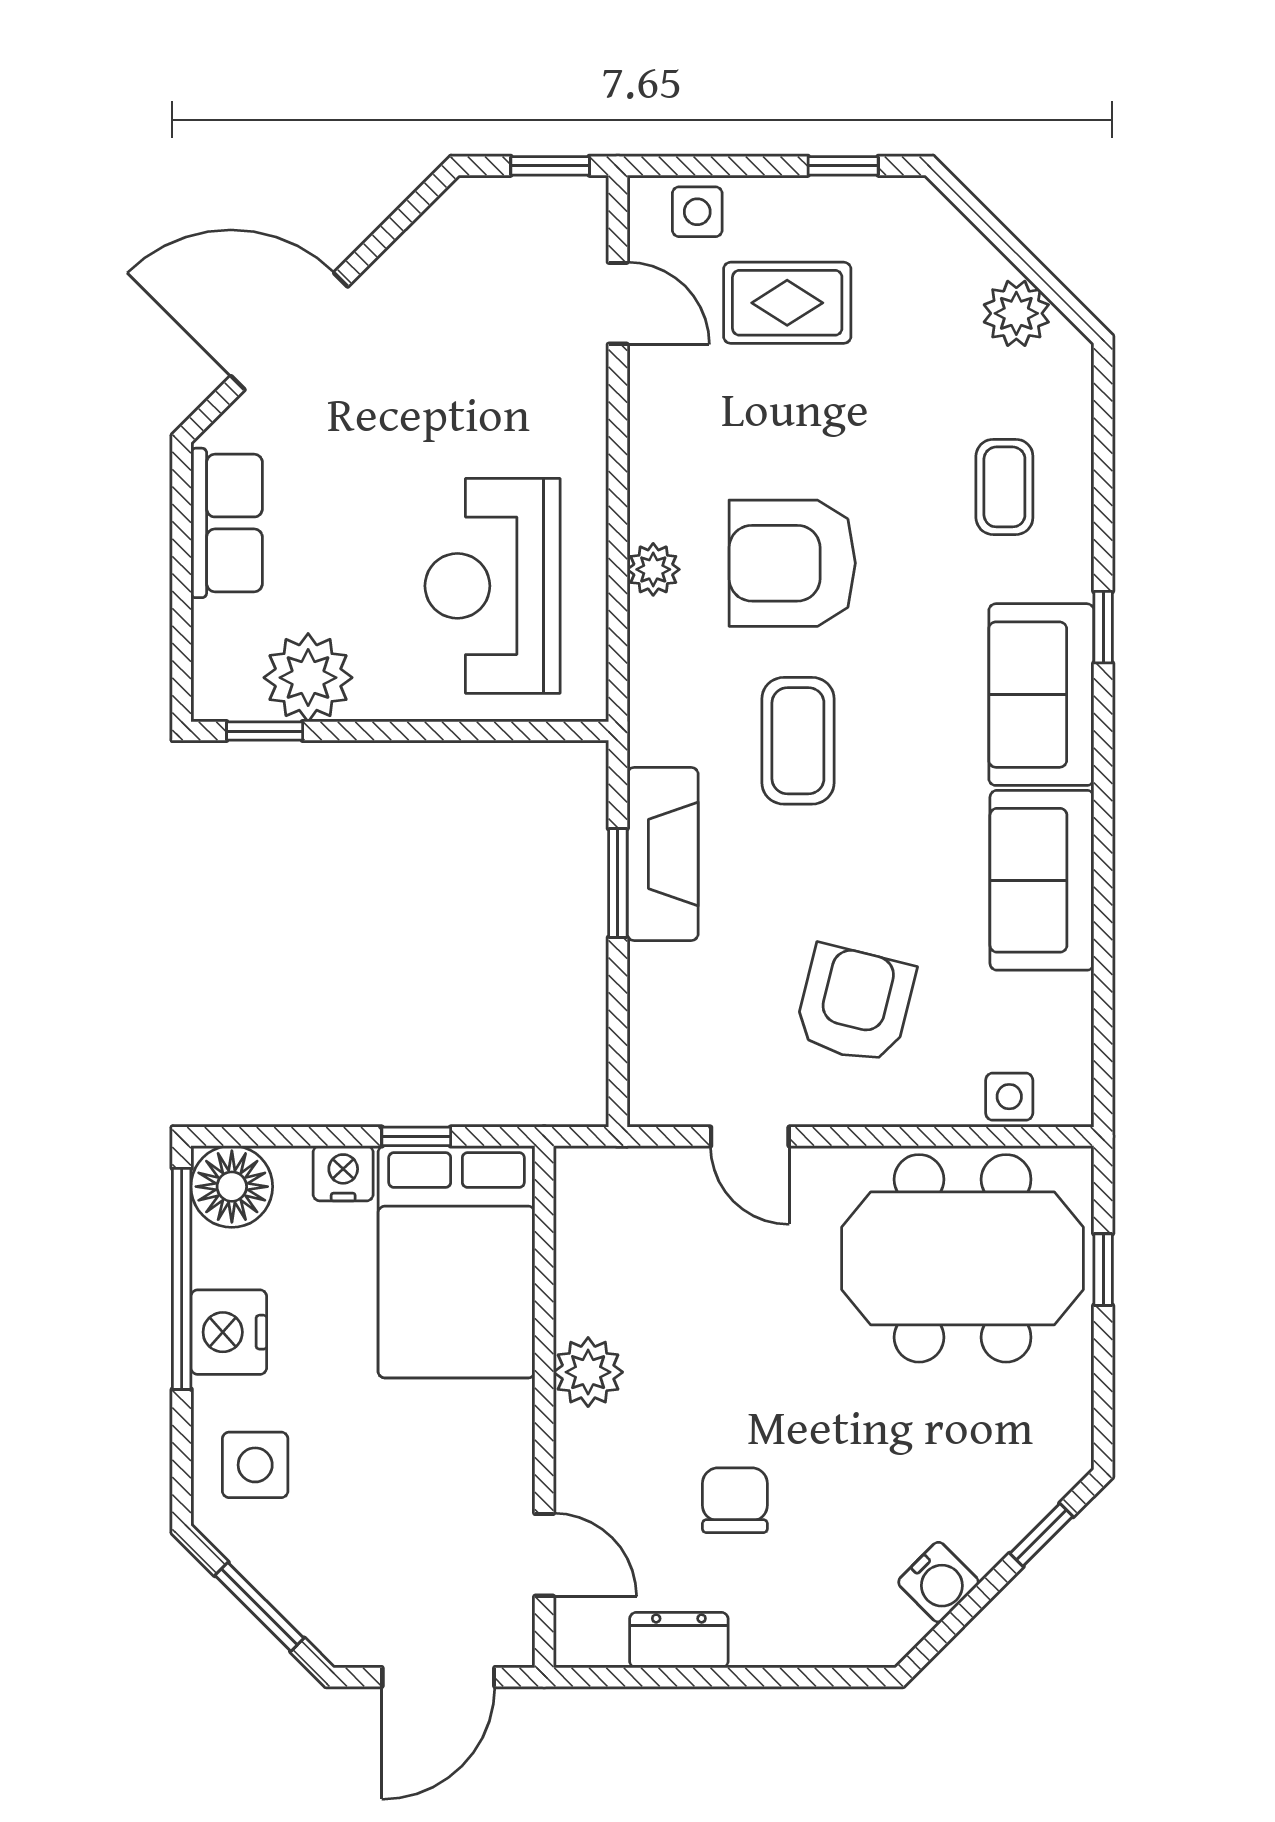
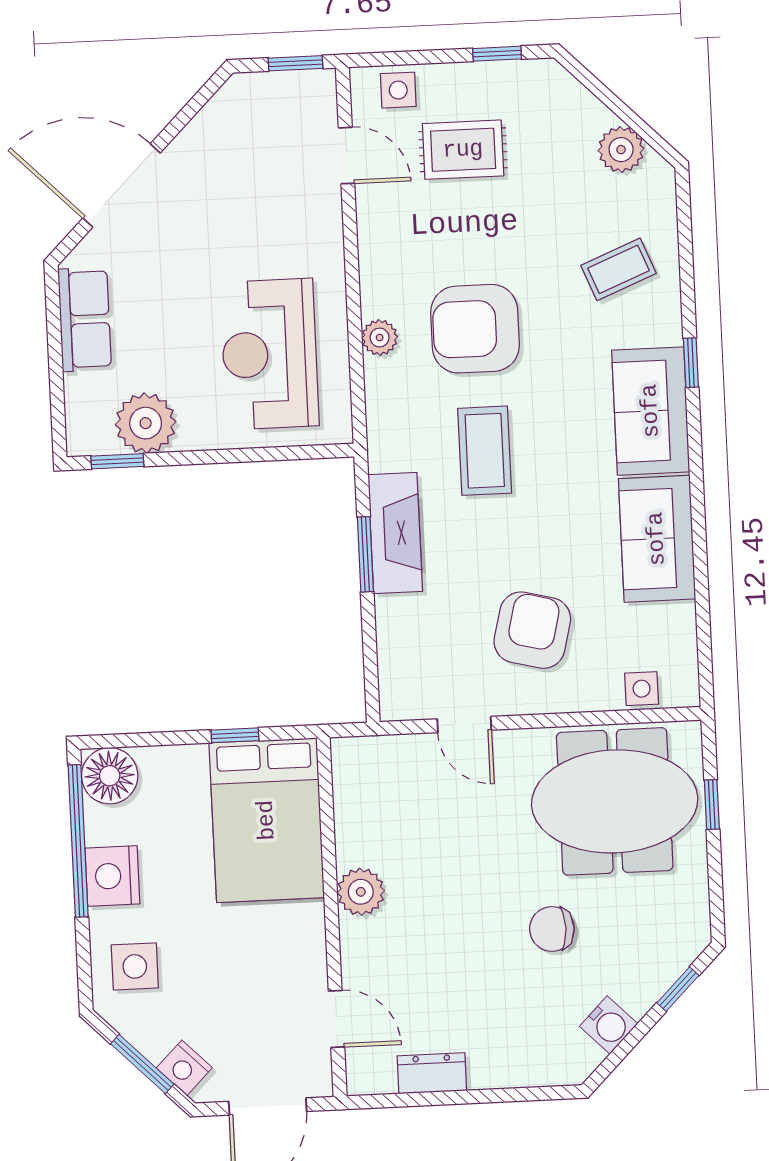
coffee table: (1004, 487) -> (618, 269), turned 68
nightstand: (343, 1173) -> (184, 1068), moved, turned -135
chair: (735, 1500) -> (552, 929), moved, turned -90

